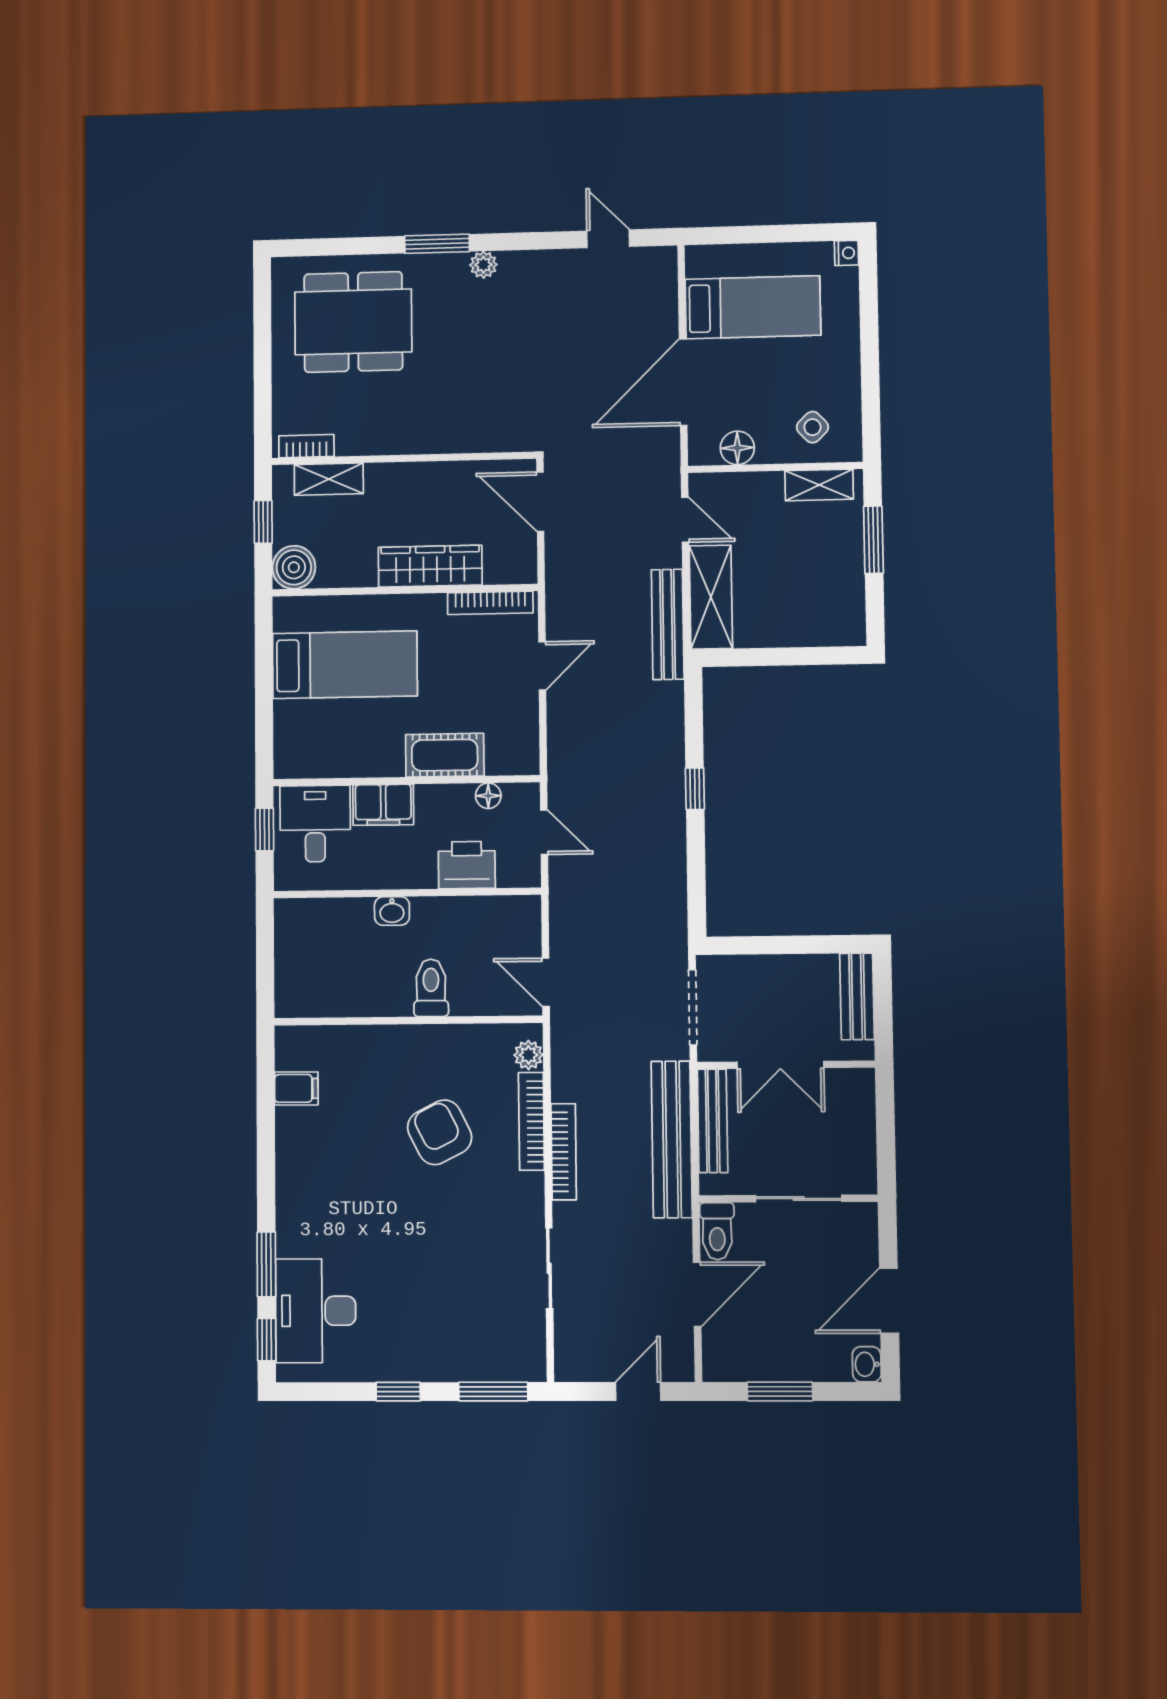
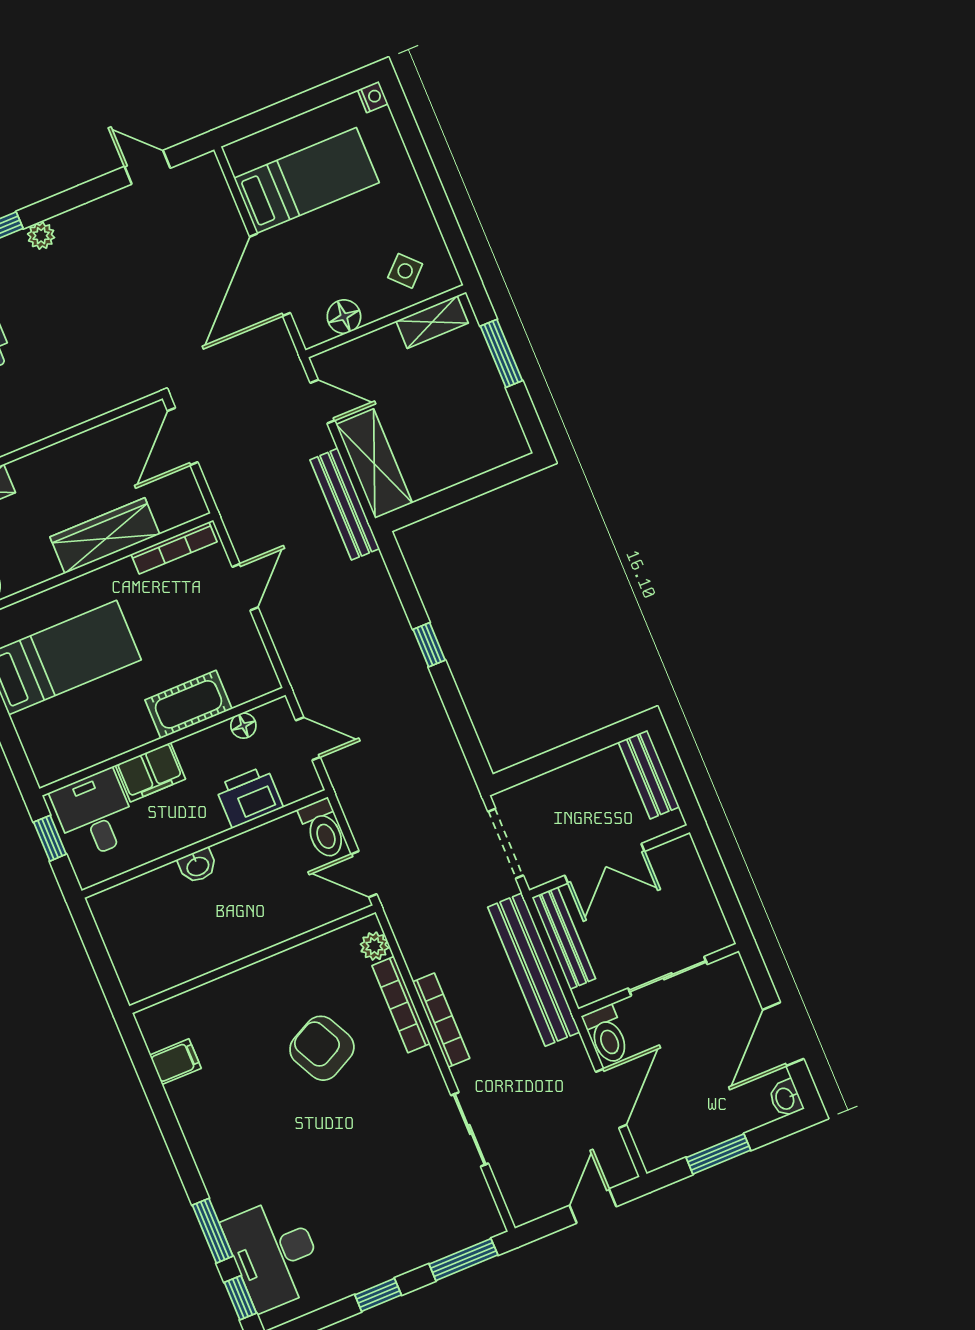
door: (540, 502) -> (183, 437), hinge flipped
toilet: (431, 988) -> (323, 829), moved, turned 180

